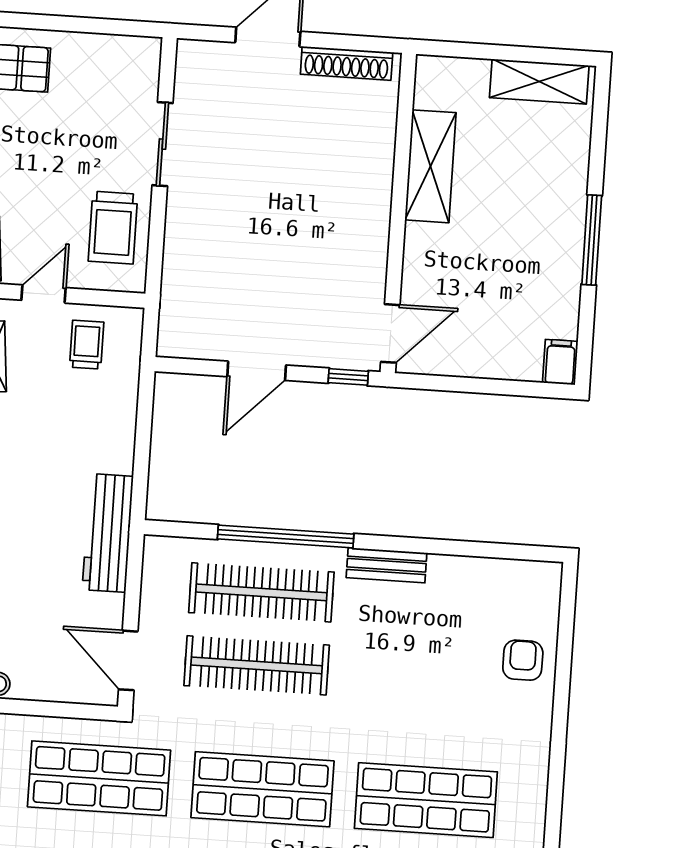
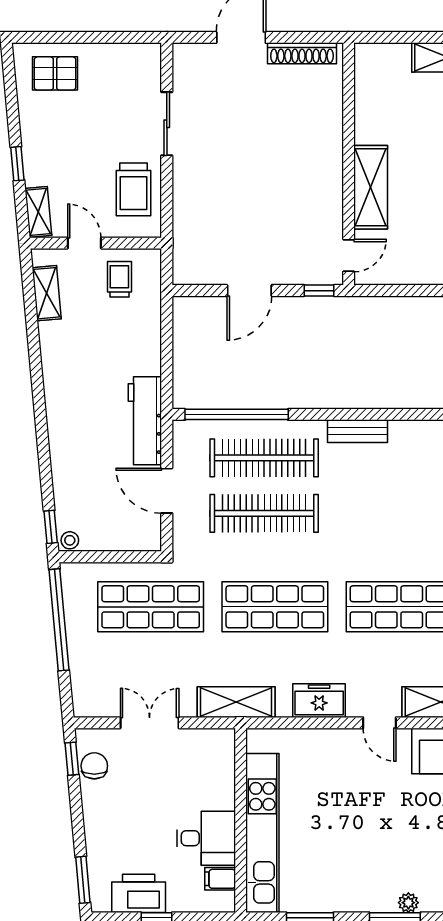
shelving: (431, 166) -> (371, 187), moved
door: (44, 294) -> (84, 243), hinge flipped
door: (390, 333) -> (349, 256), width x0.73
window: (286, 537) -> (237, 414), moved
door: (128, 660) -> (167, 491), moved

